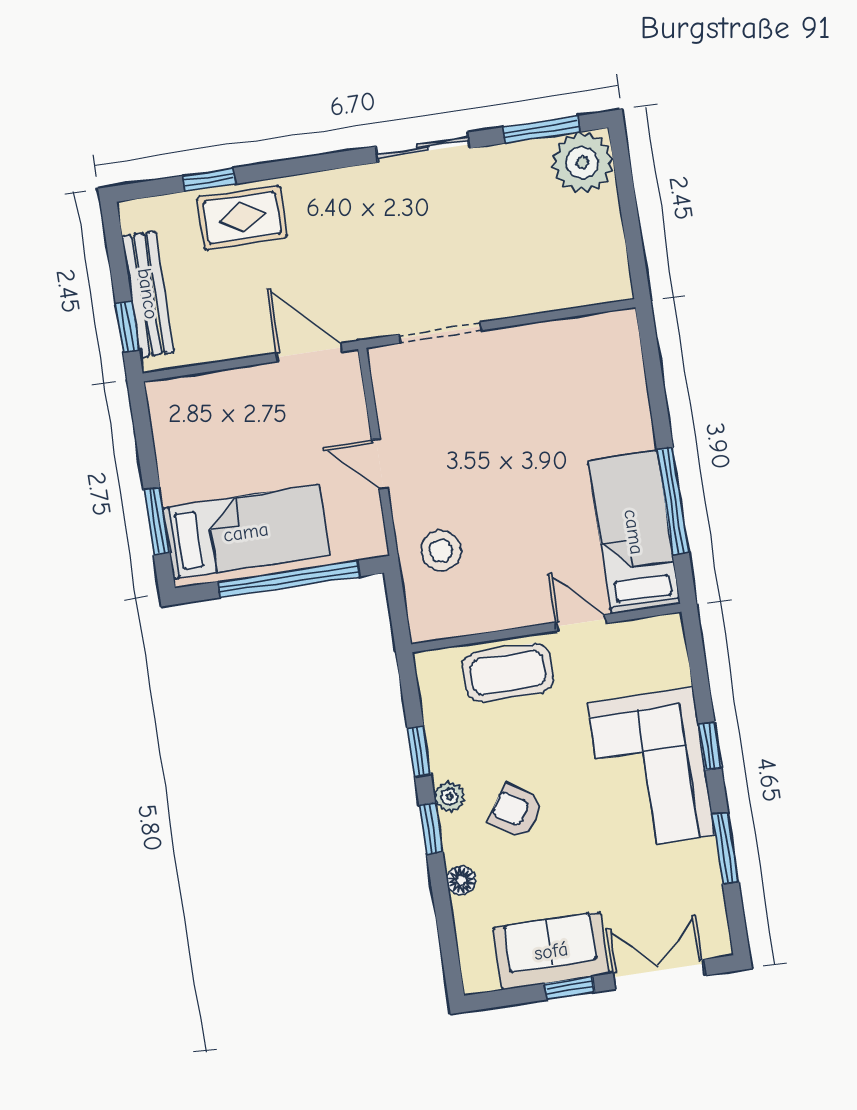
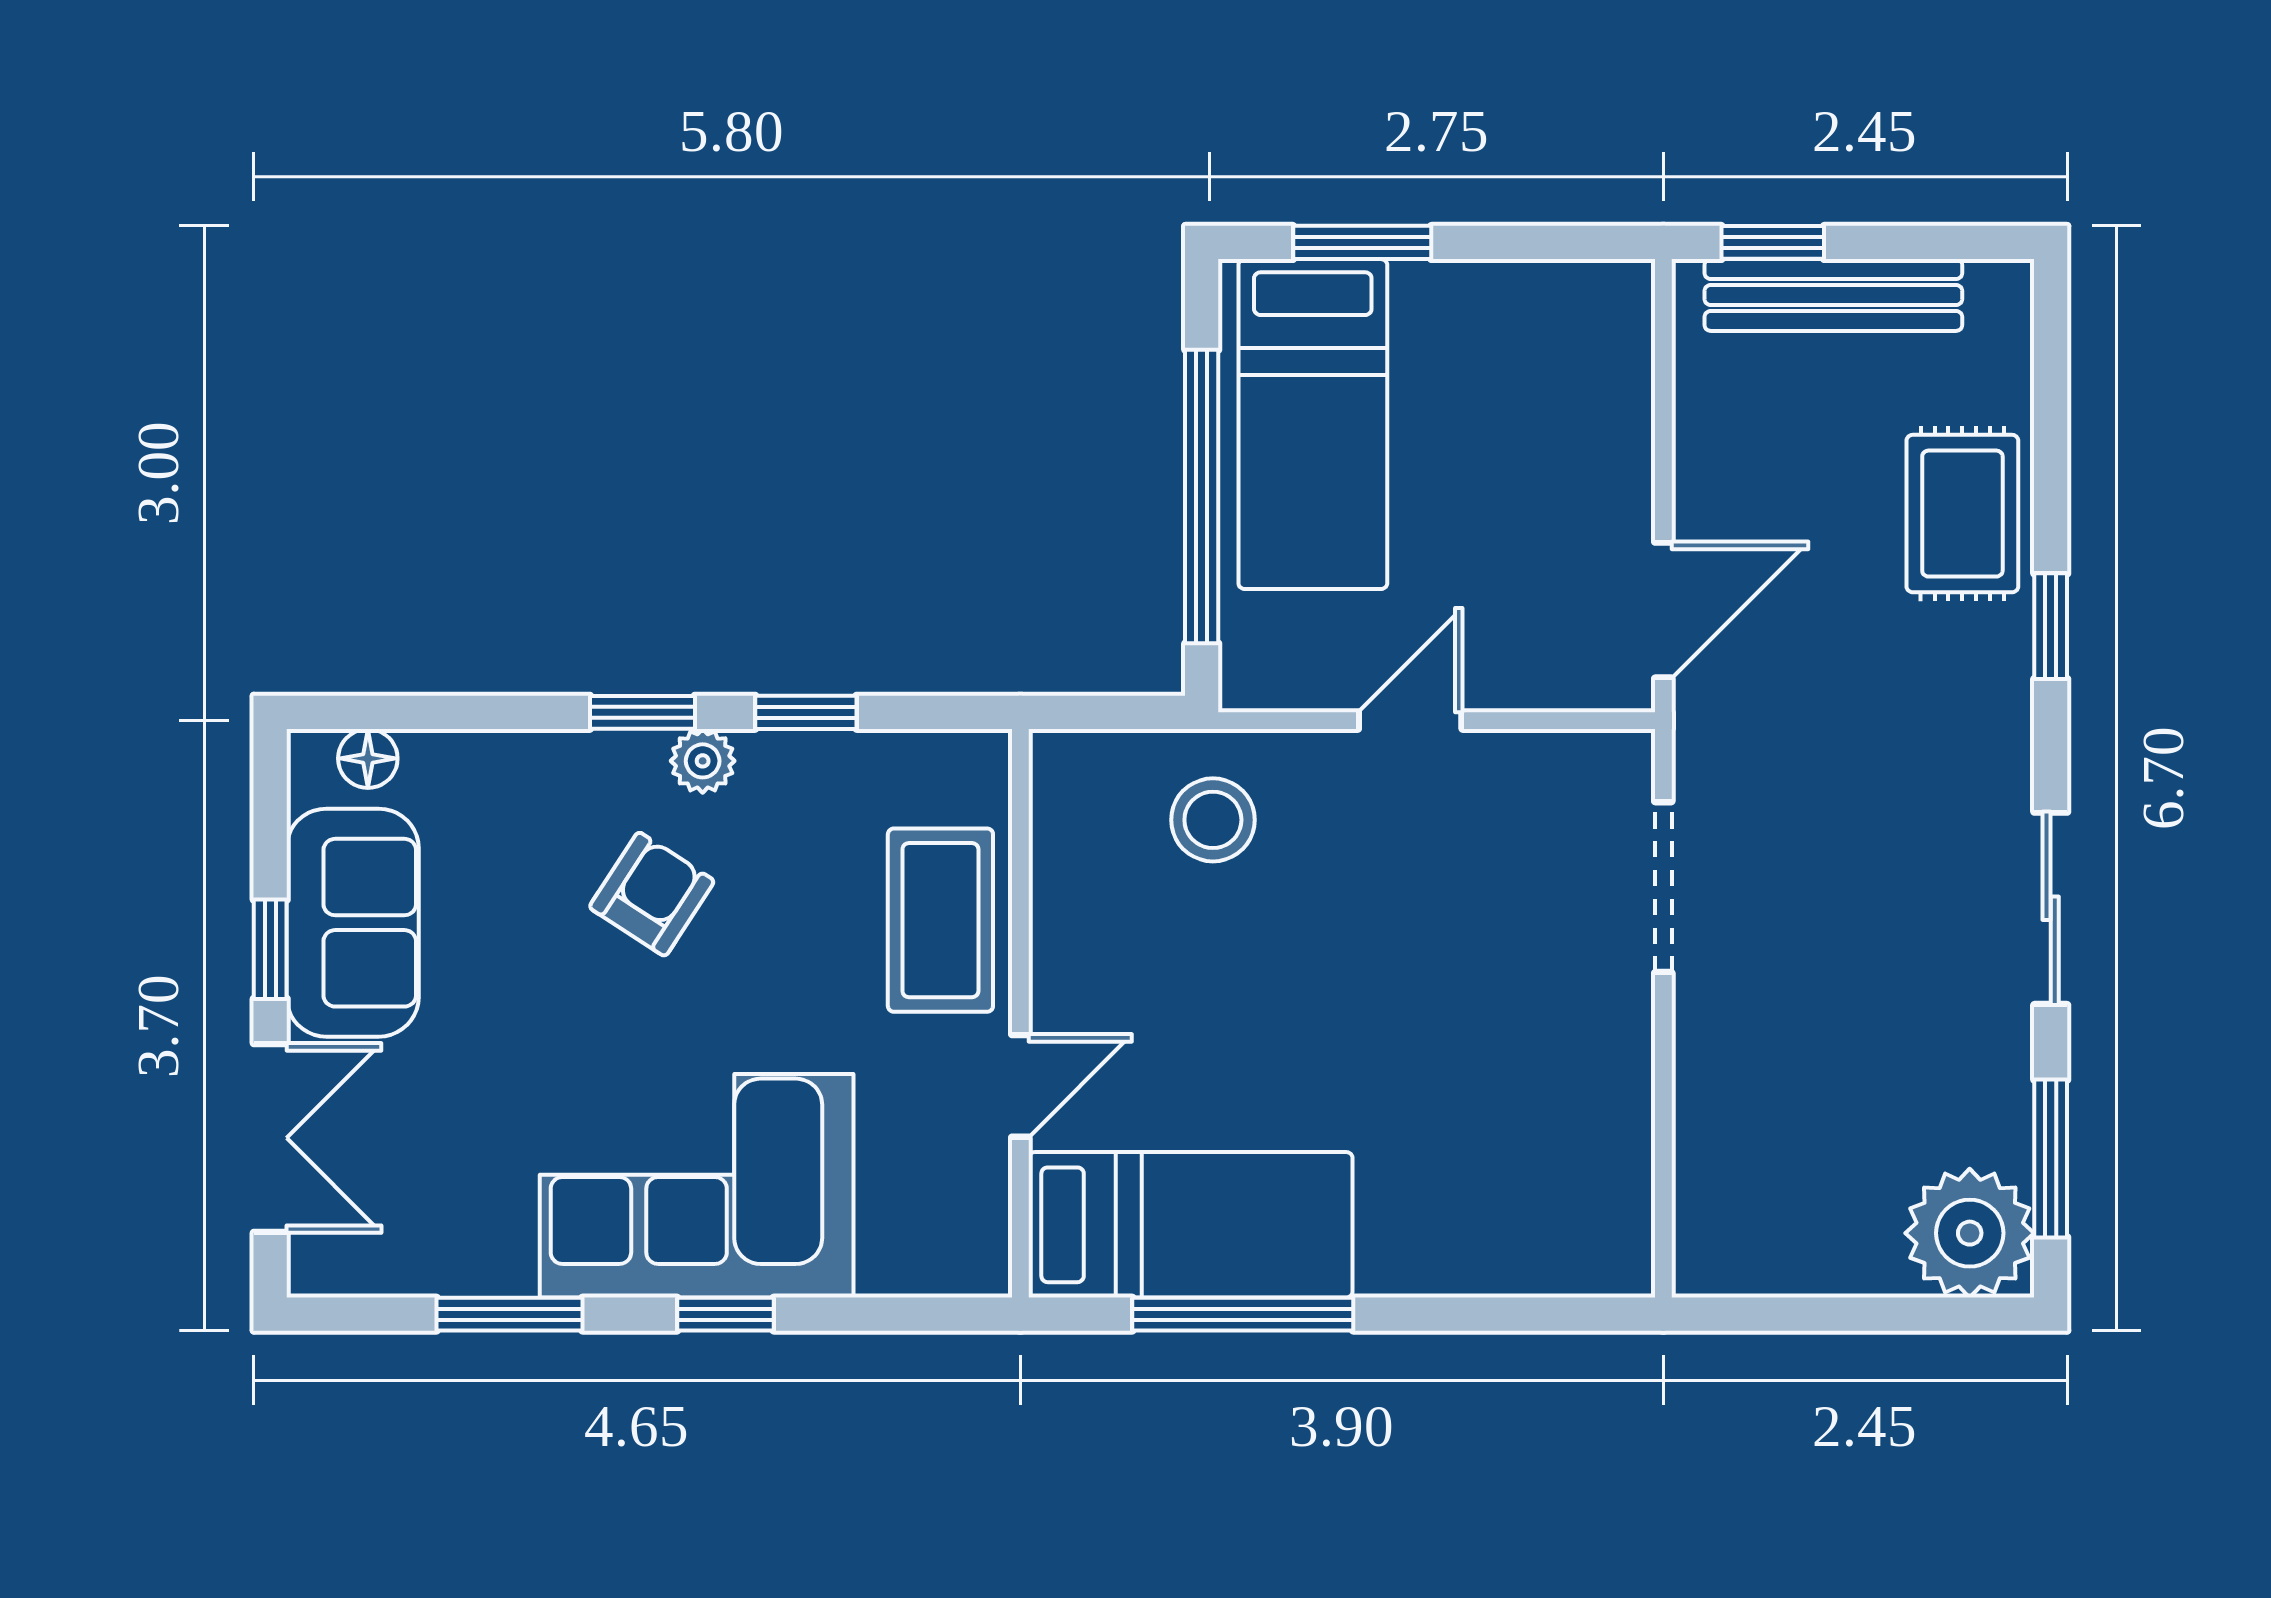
window: (209, 180) -> (2051, 626), moved
floor lamp: (461, 880) -> (368, 758), moved

